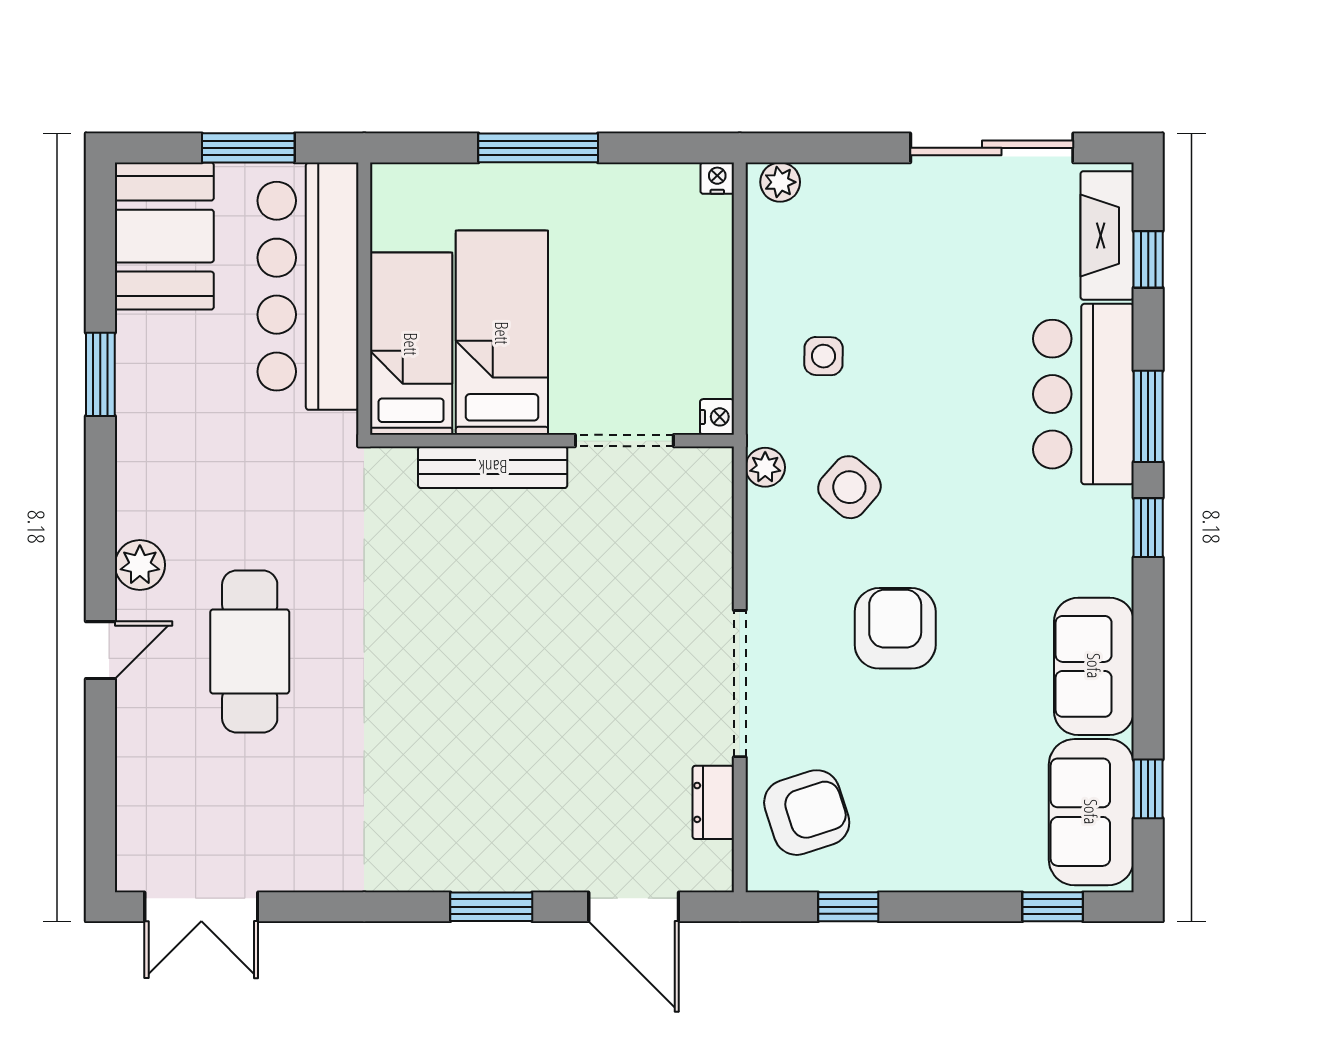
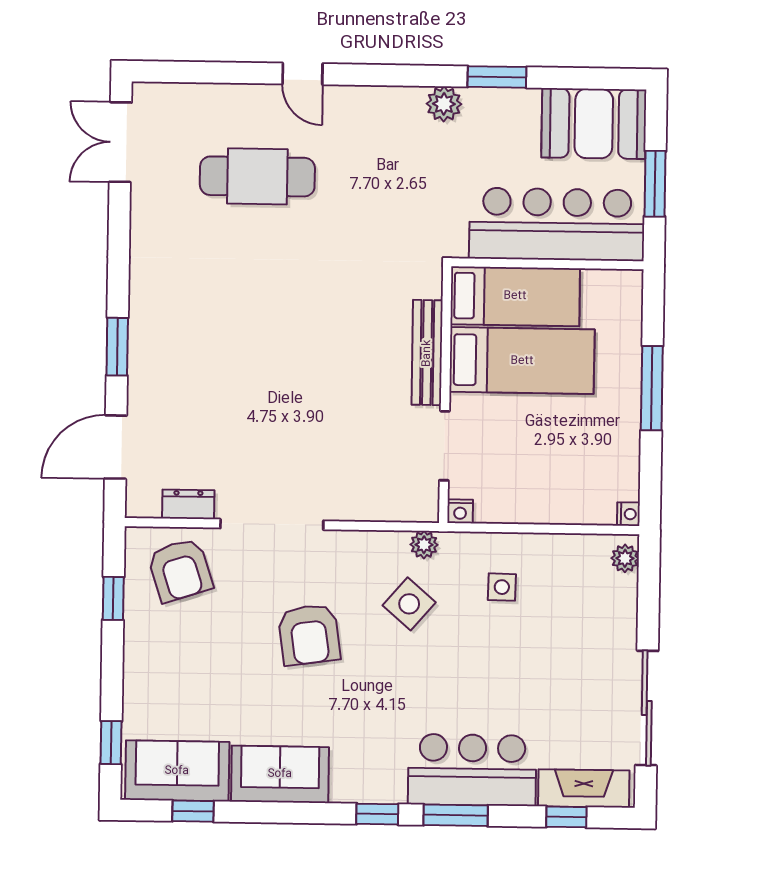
plant: (140, 565) -> (444, 104), moved
armchair: (895, 628) -> (309, 635), turned 82
cafe table: (250, 652) -> (257, 176), moved

